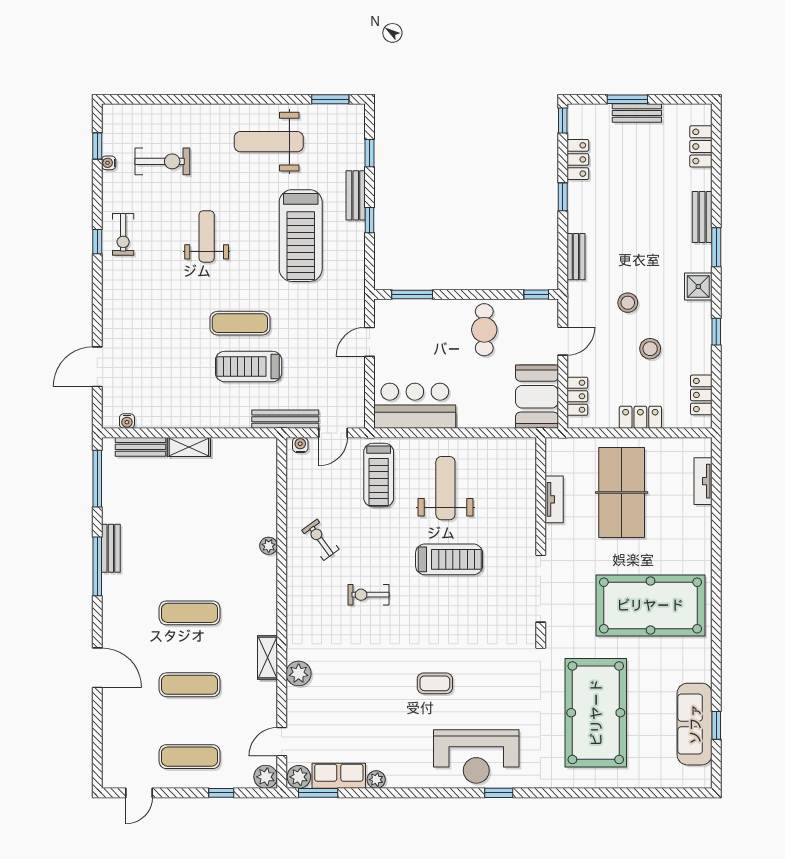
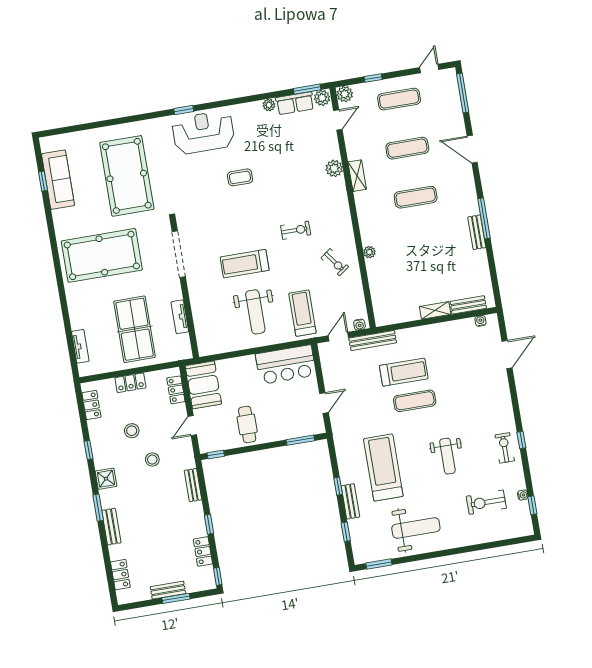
window: (97, 479) -> (463, 93), moved

